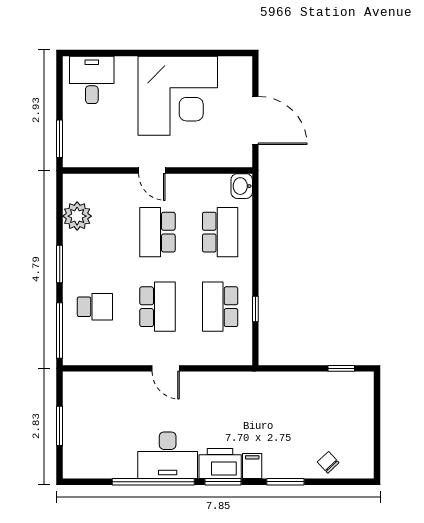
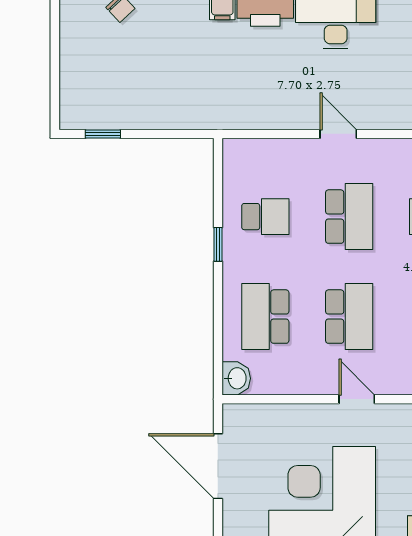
school desk: (157, 307) -> (349, 217), turned 180
school desk: (220, 307) -> (265, 217), width x0.54
window: (255, 309) -> (218, 244), moved

